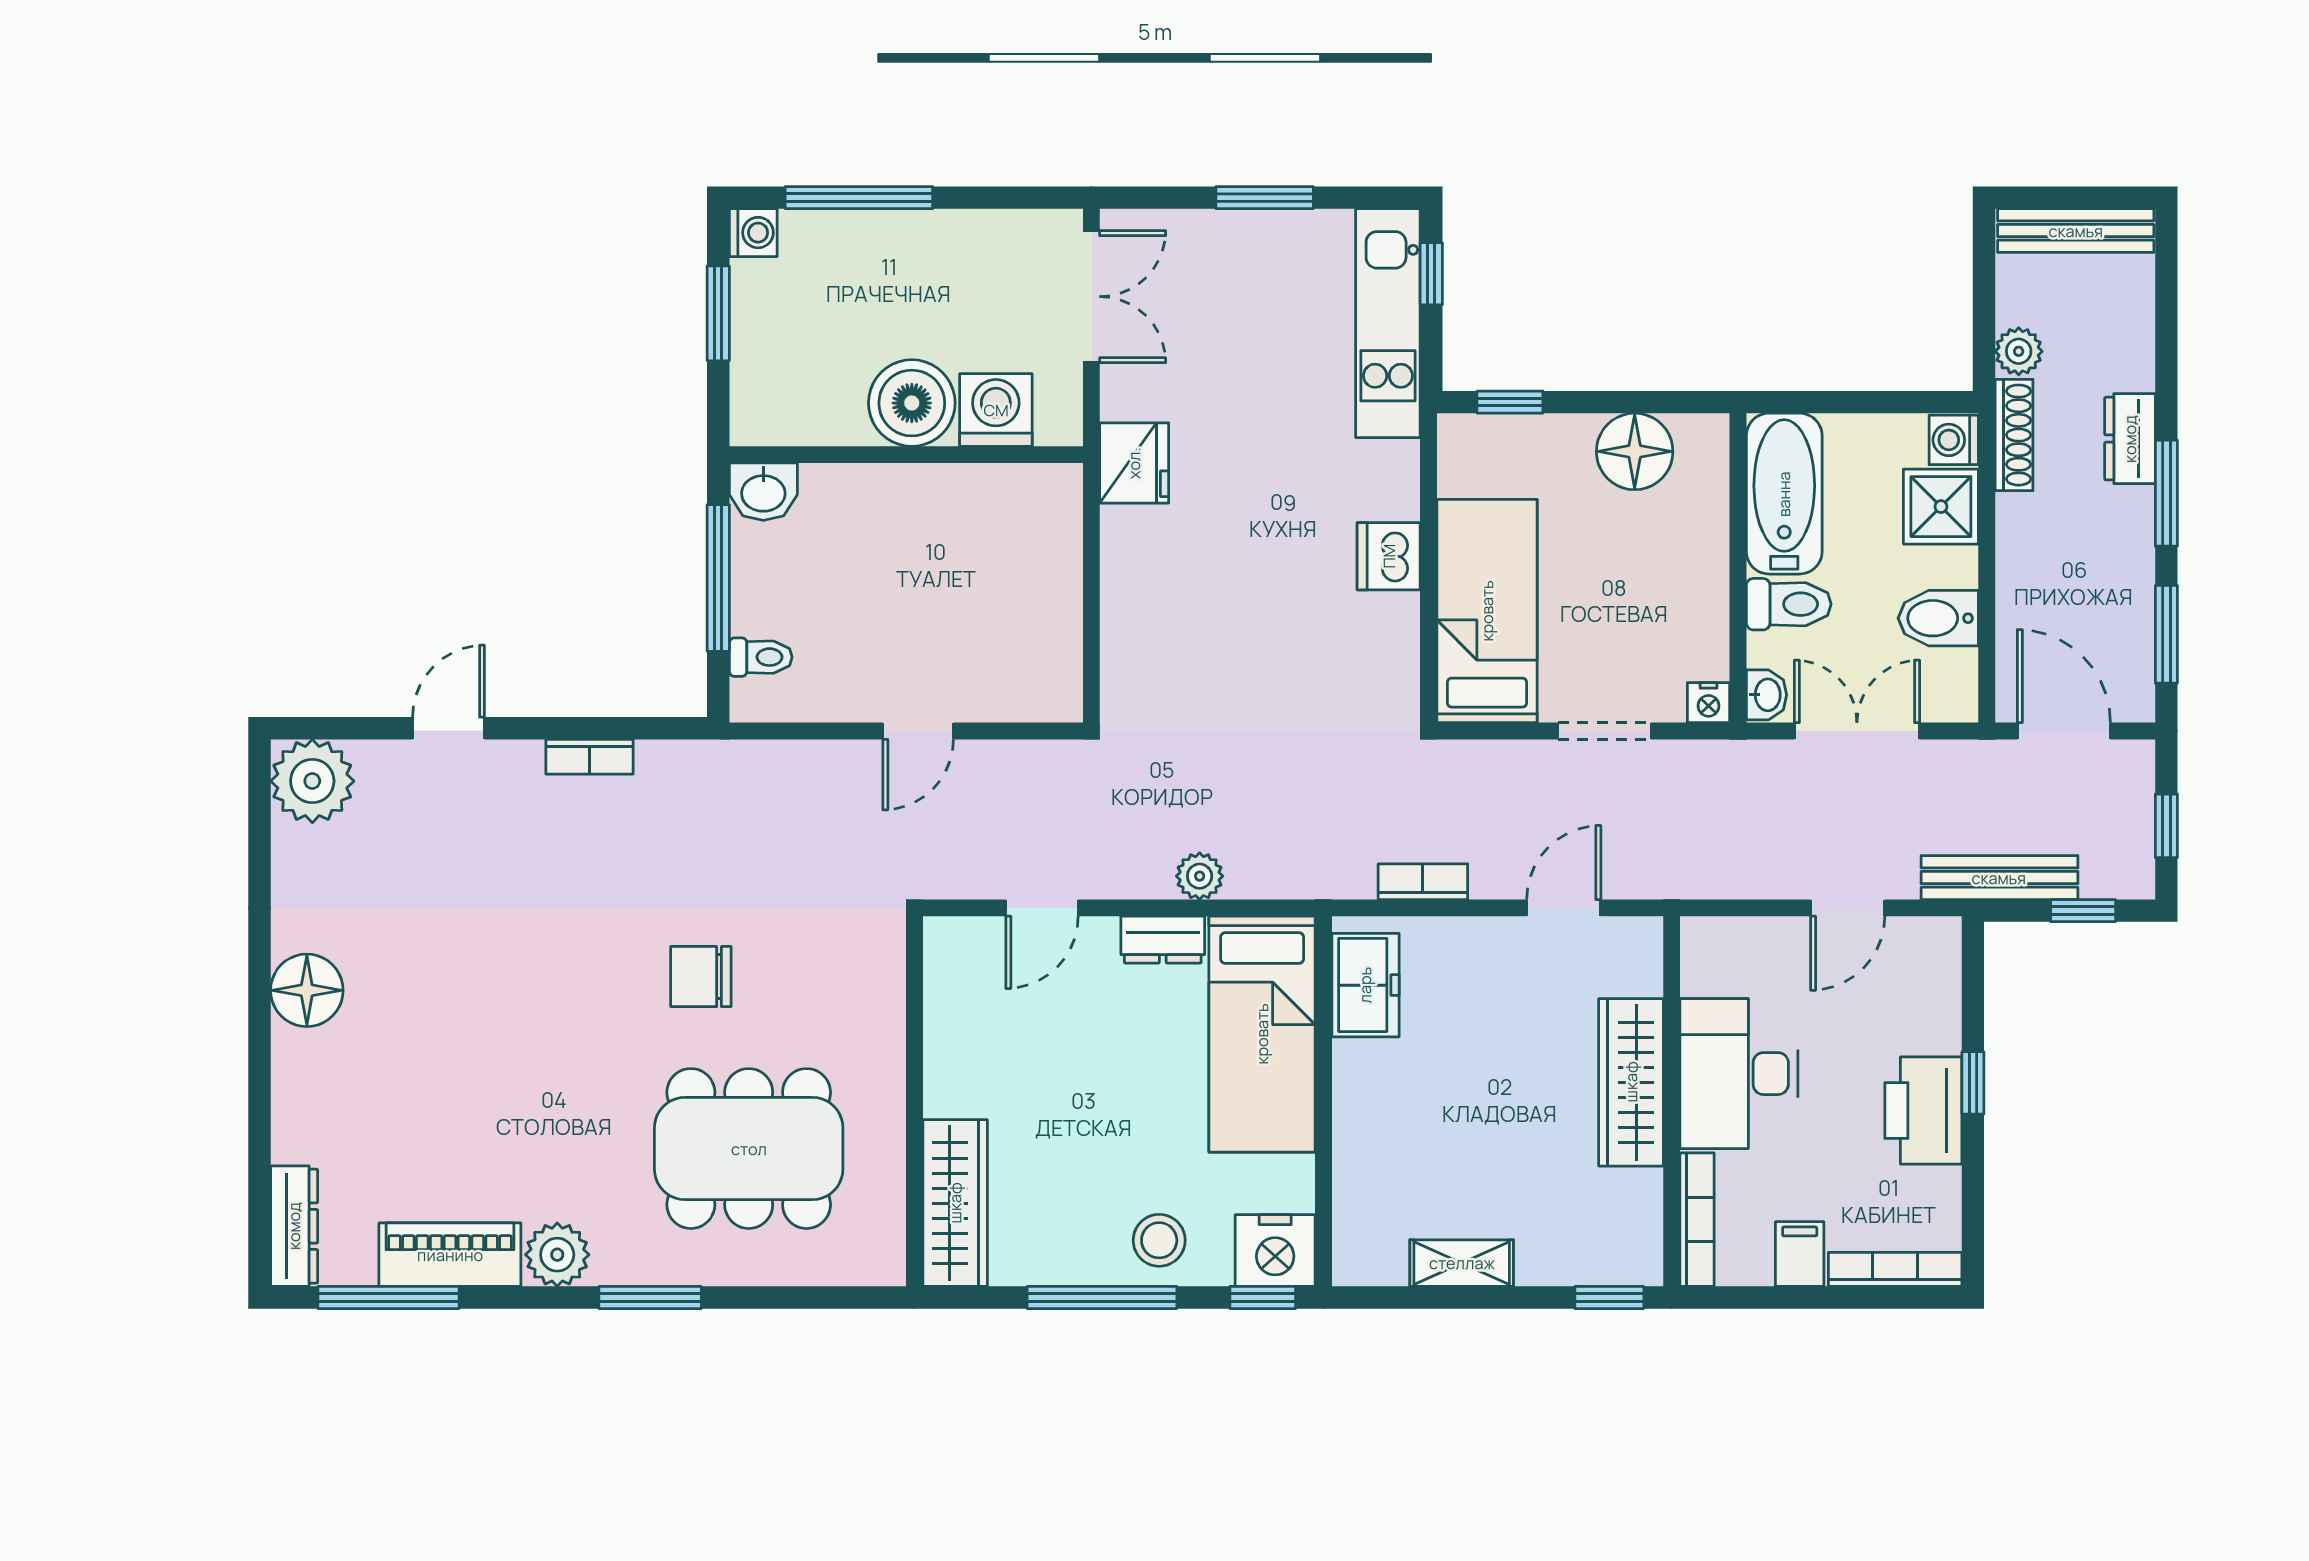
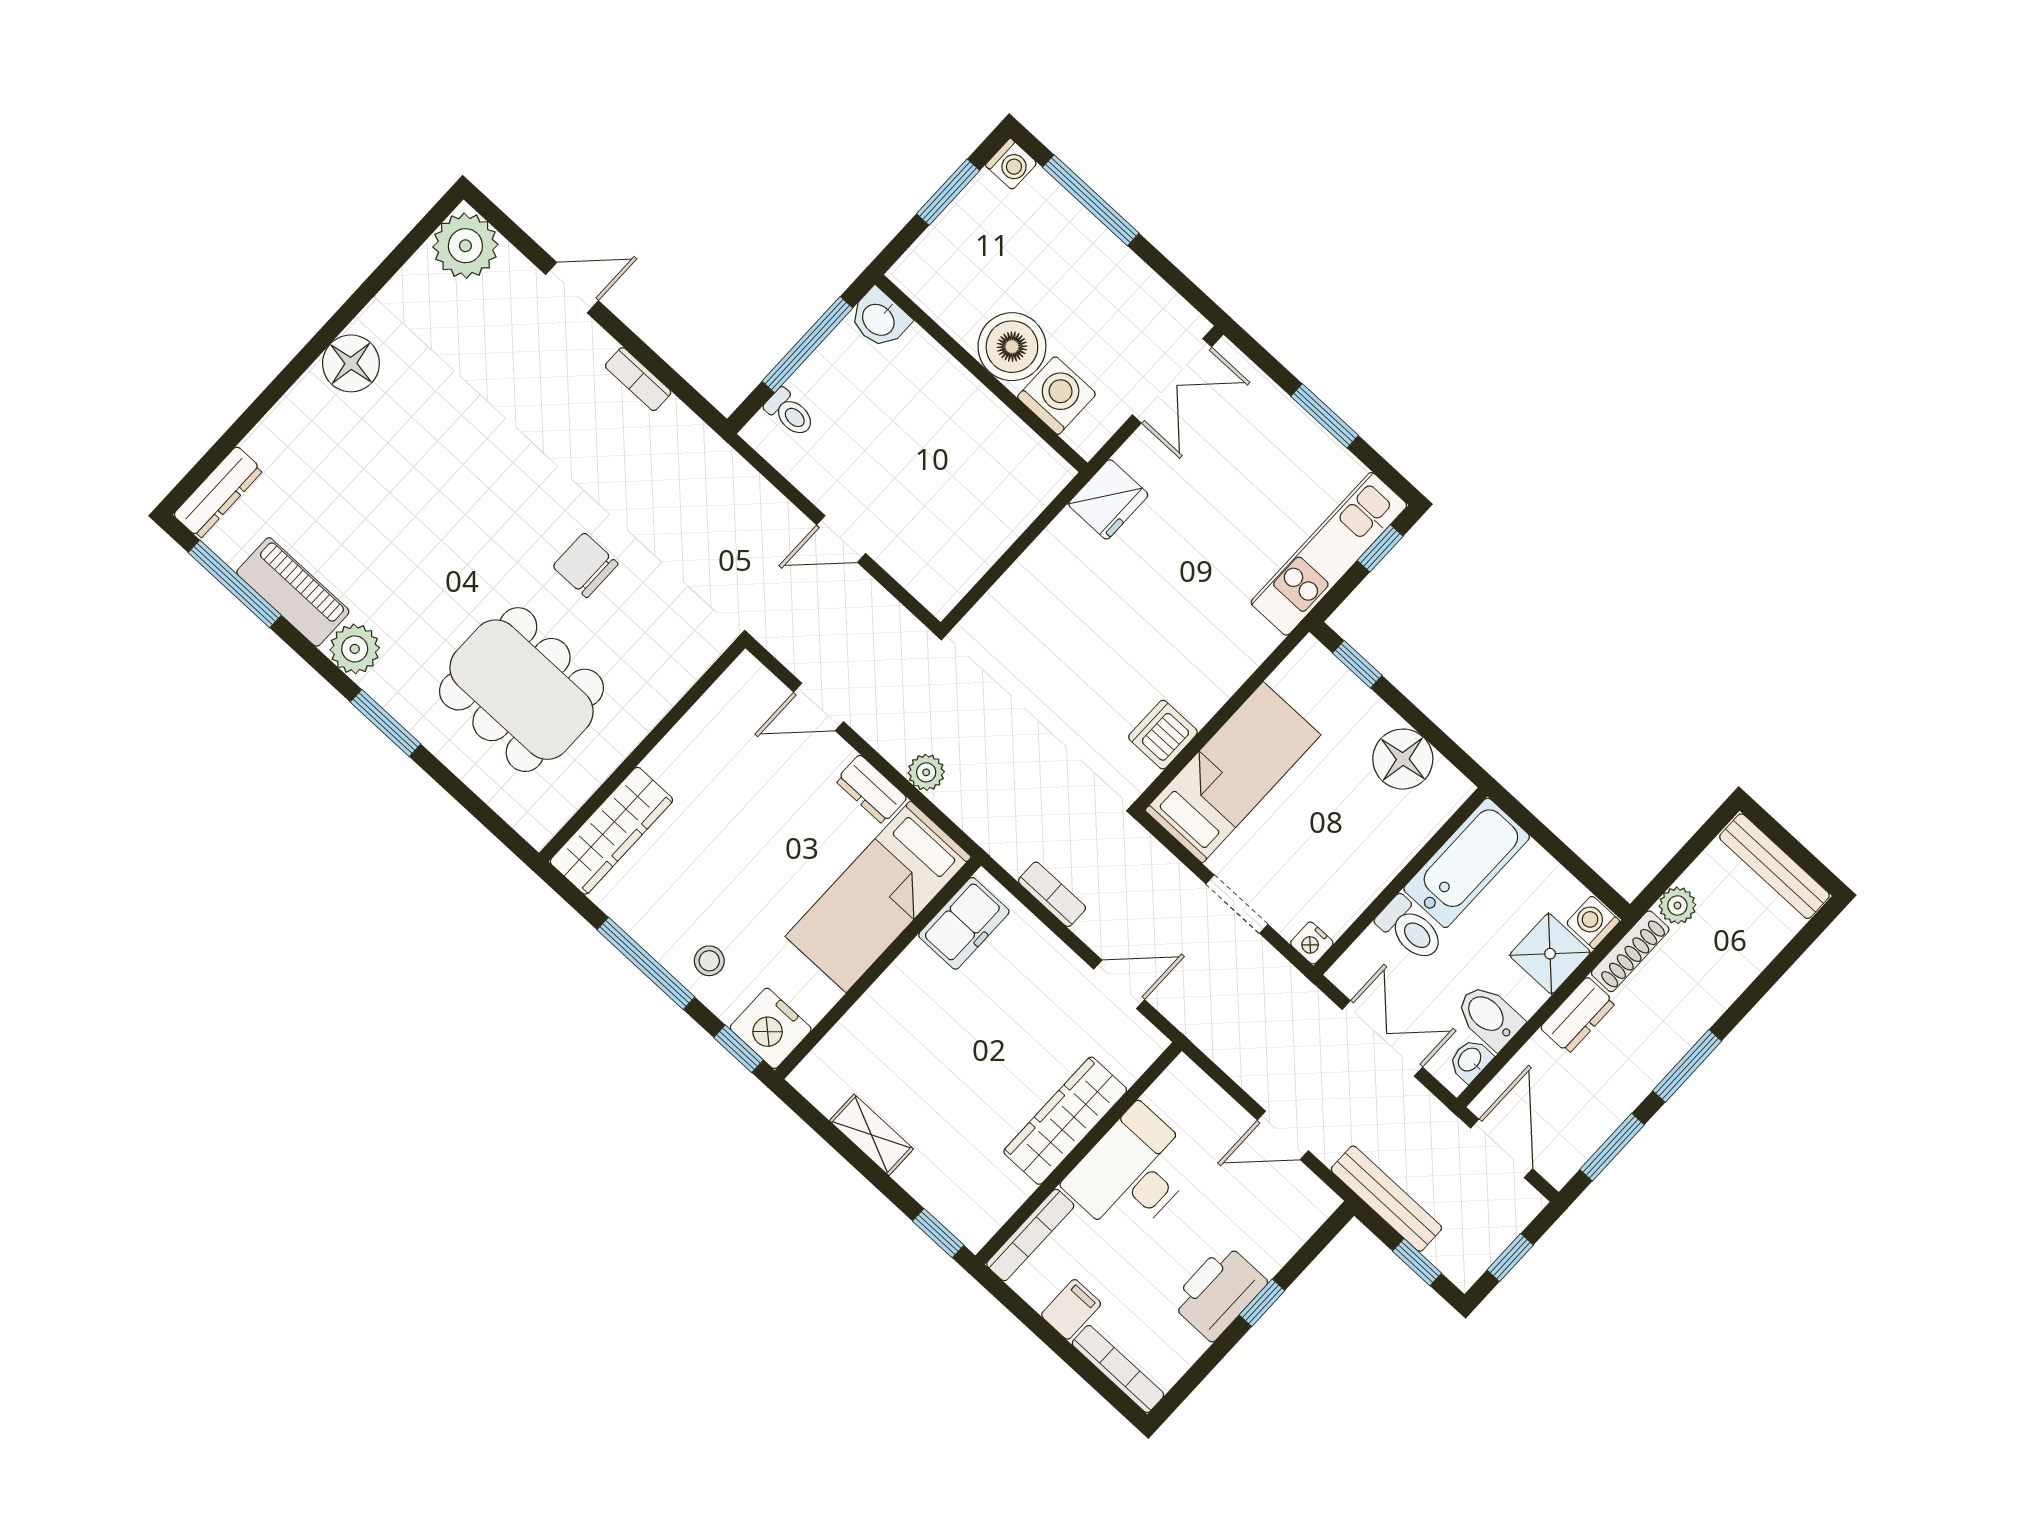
dresser: (2130, 439) -> (1578, 1015), moved, turned 180
dishwasher: (1389, 556) -> (1163, 735), moved
washbasin: (1767, 695) -> (1470, 1060), moved, turned 180
stool: (1159, 1240) -> (709, 961), width x0.73, depth x0.73

